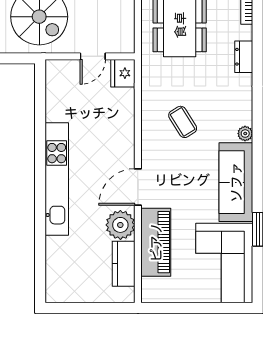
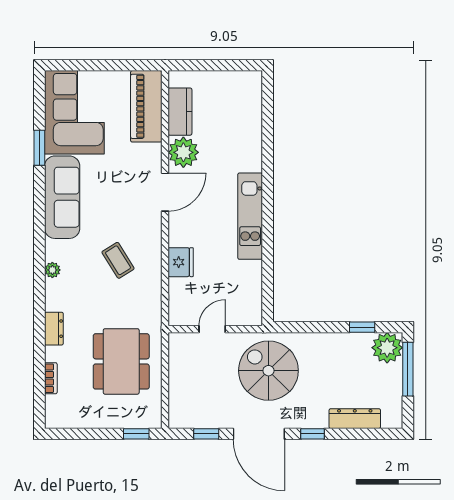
fridge: (123, 73) -> (181, 262), moved
plant: (245, 134) -> (52, 270), moved
kitchen unit: (57, 179) -> (250, 216), width x0.73
piano: (156, 242) -> (146, 106), moved

